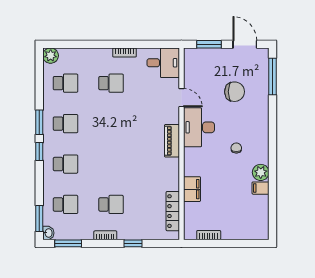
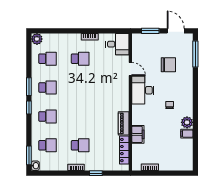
piano: (172, 141) -> (124, 123), moved
window: (68, 243) -> (50, 173), removed

